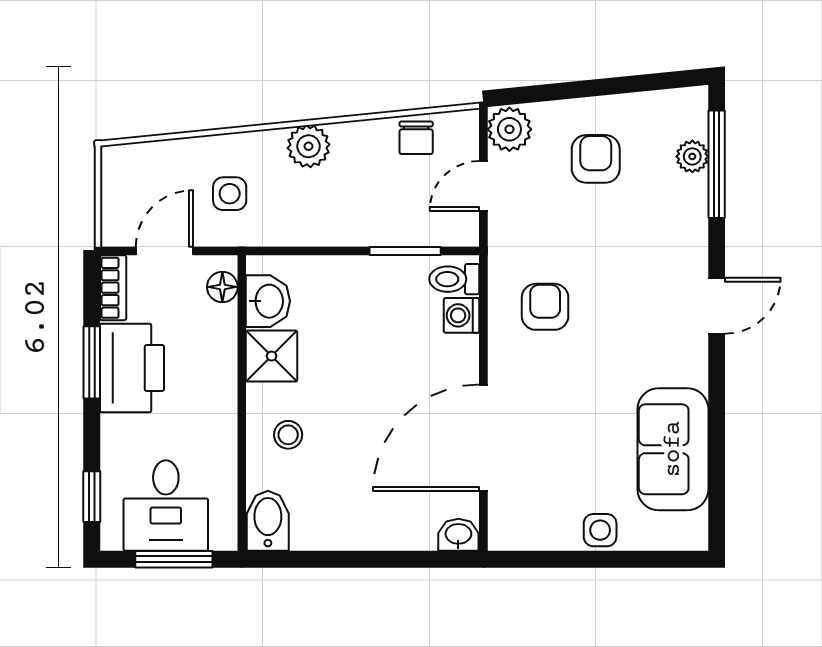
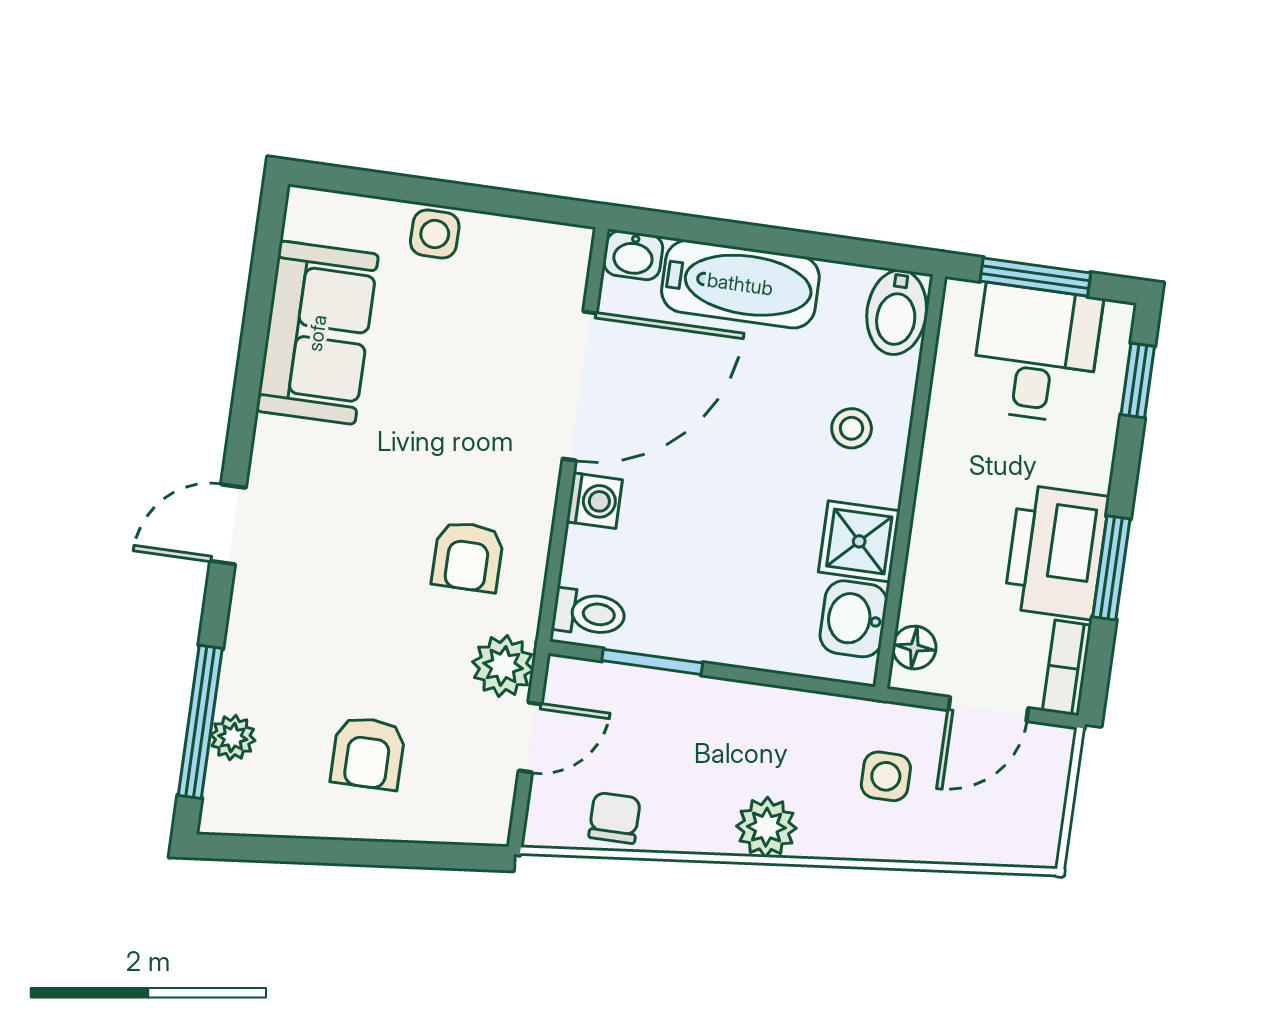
plant: (509, 129) -> (503, 666), moved
washing machine: (462, 315) -> (594, 501), moved
bathtub: (380, 525) -> (740, 284), added

